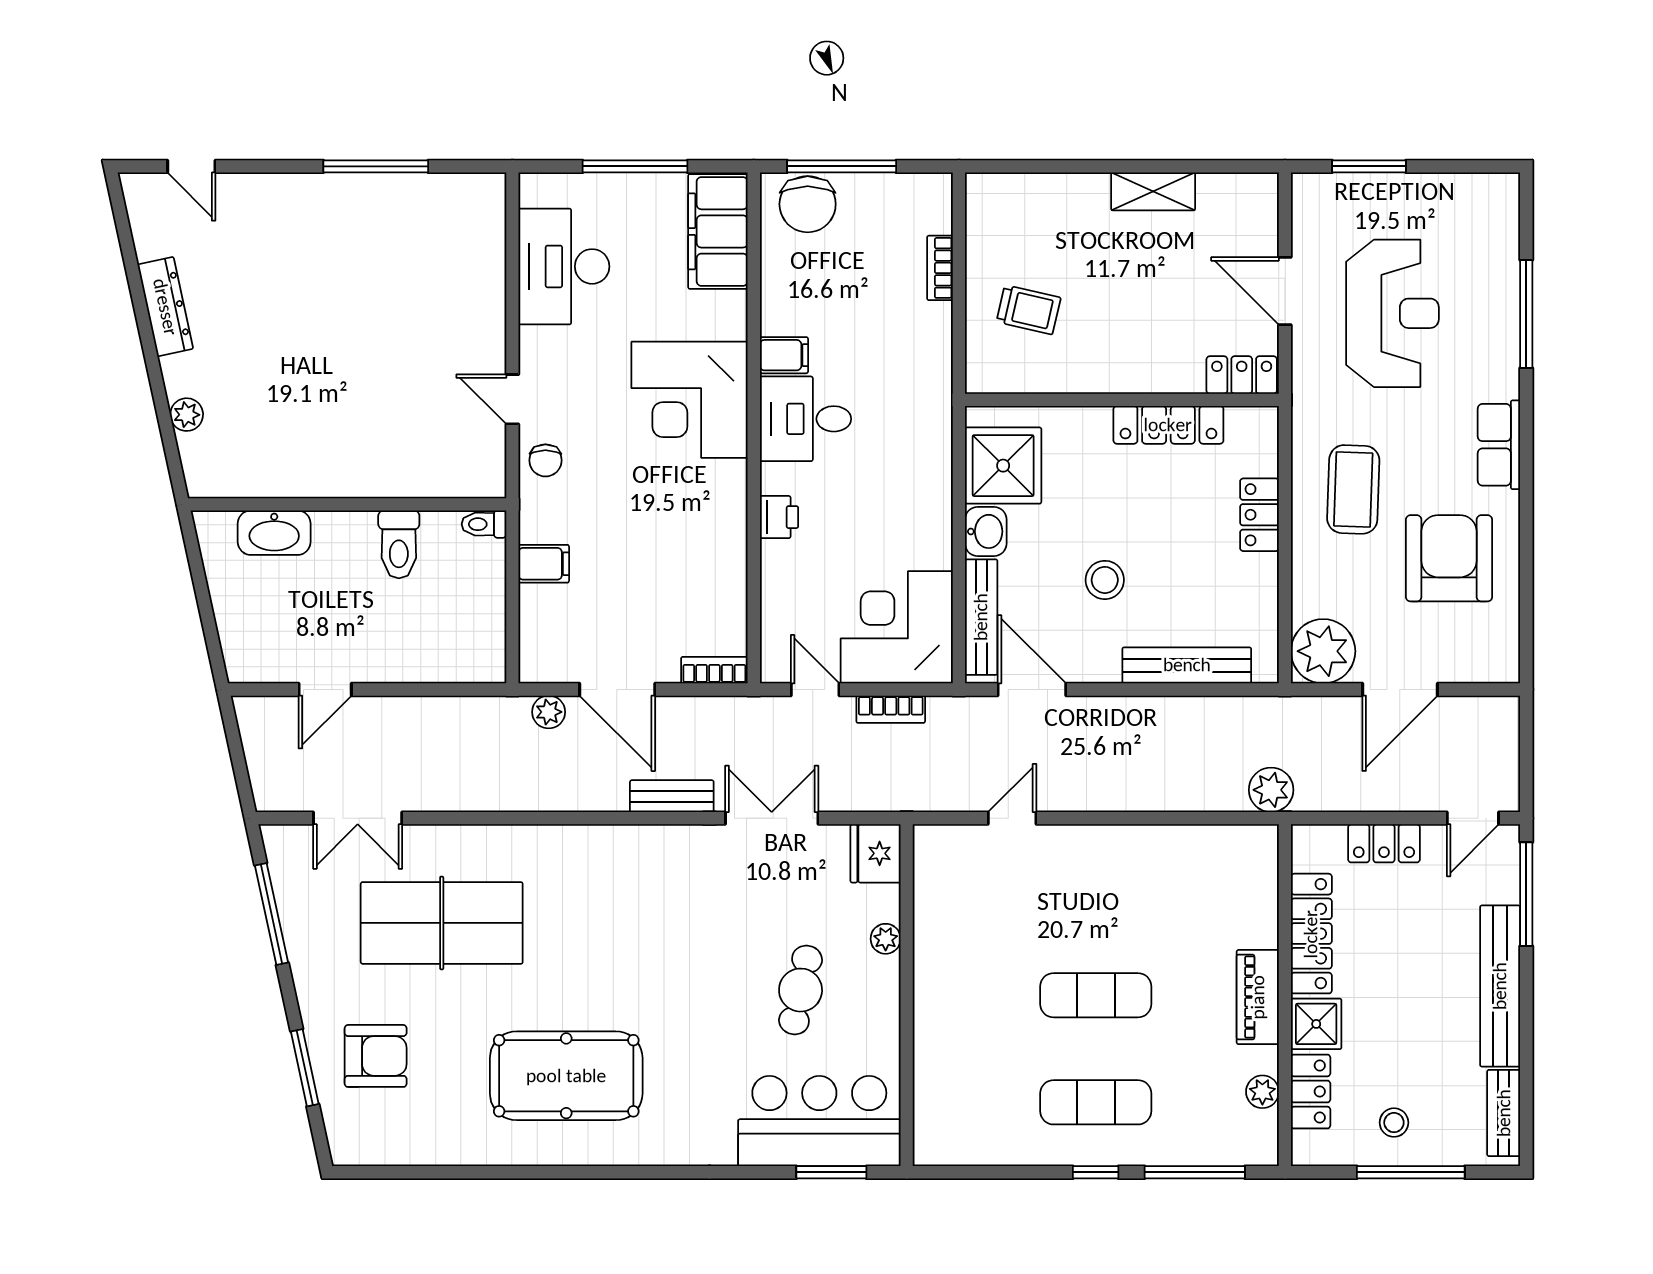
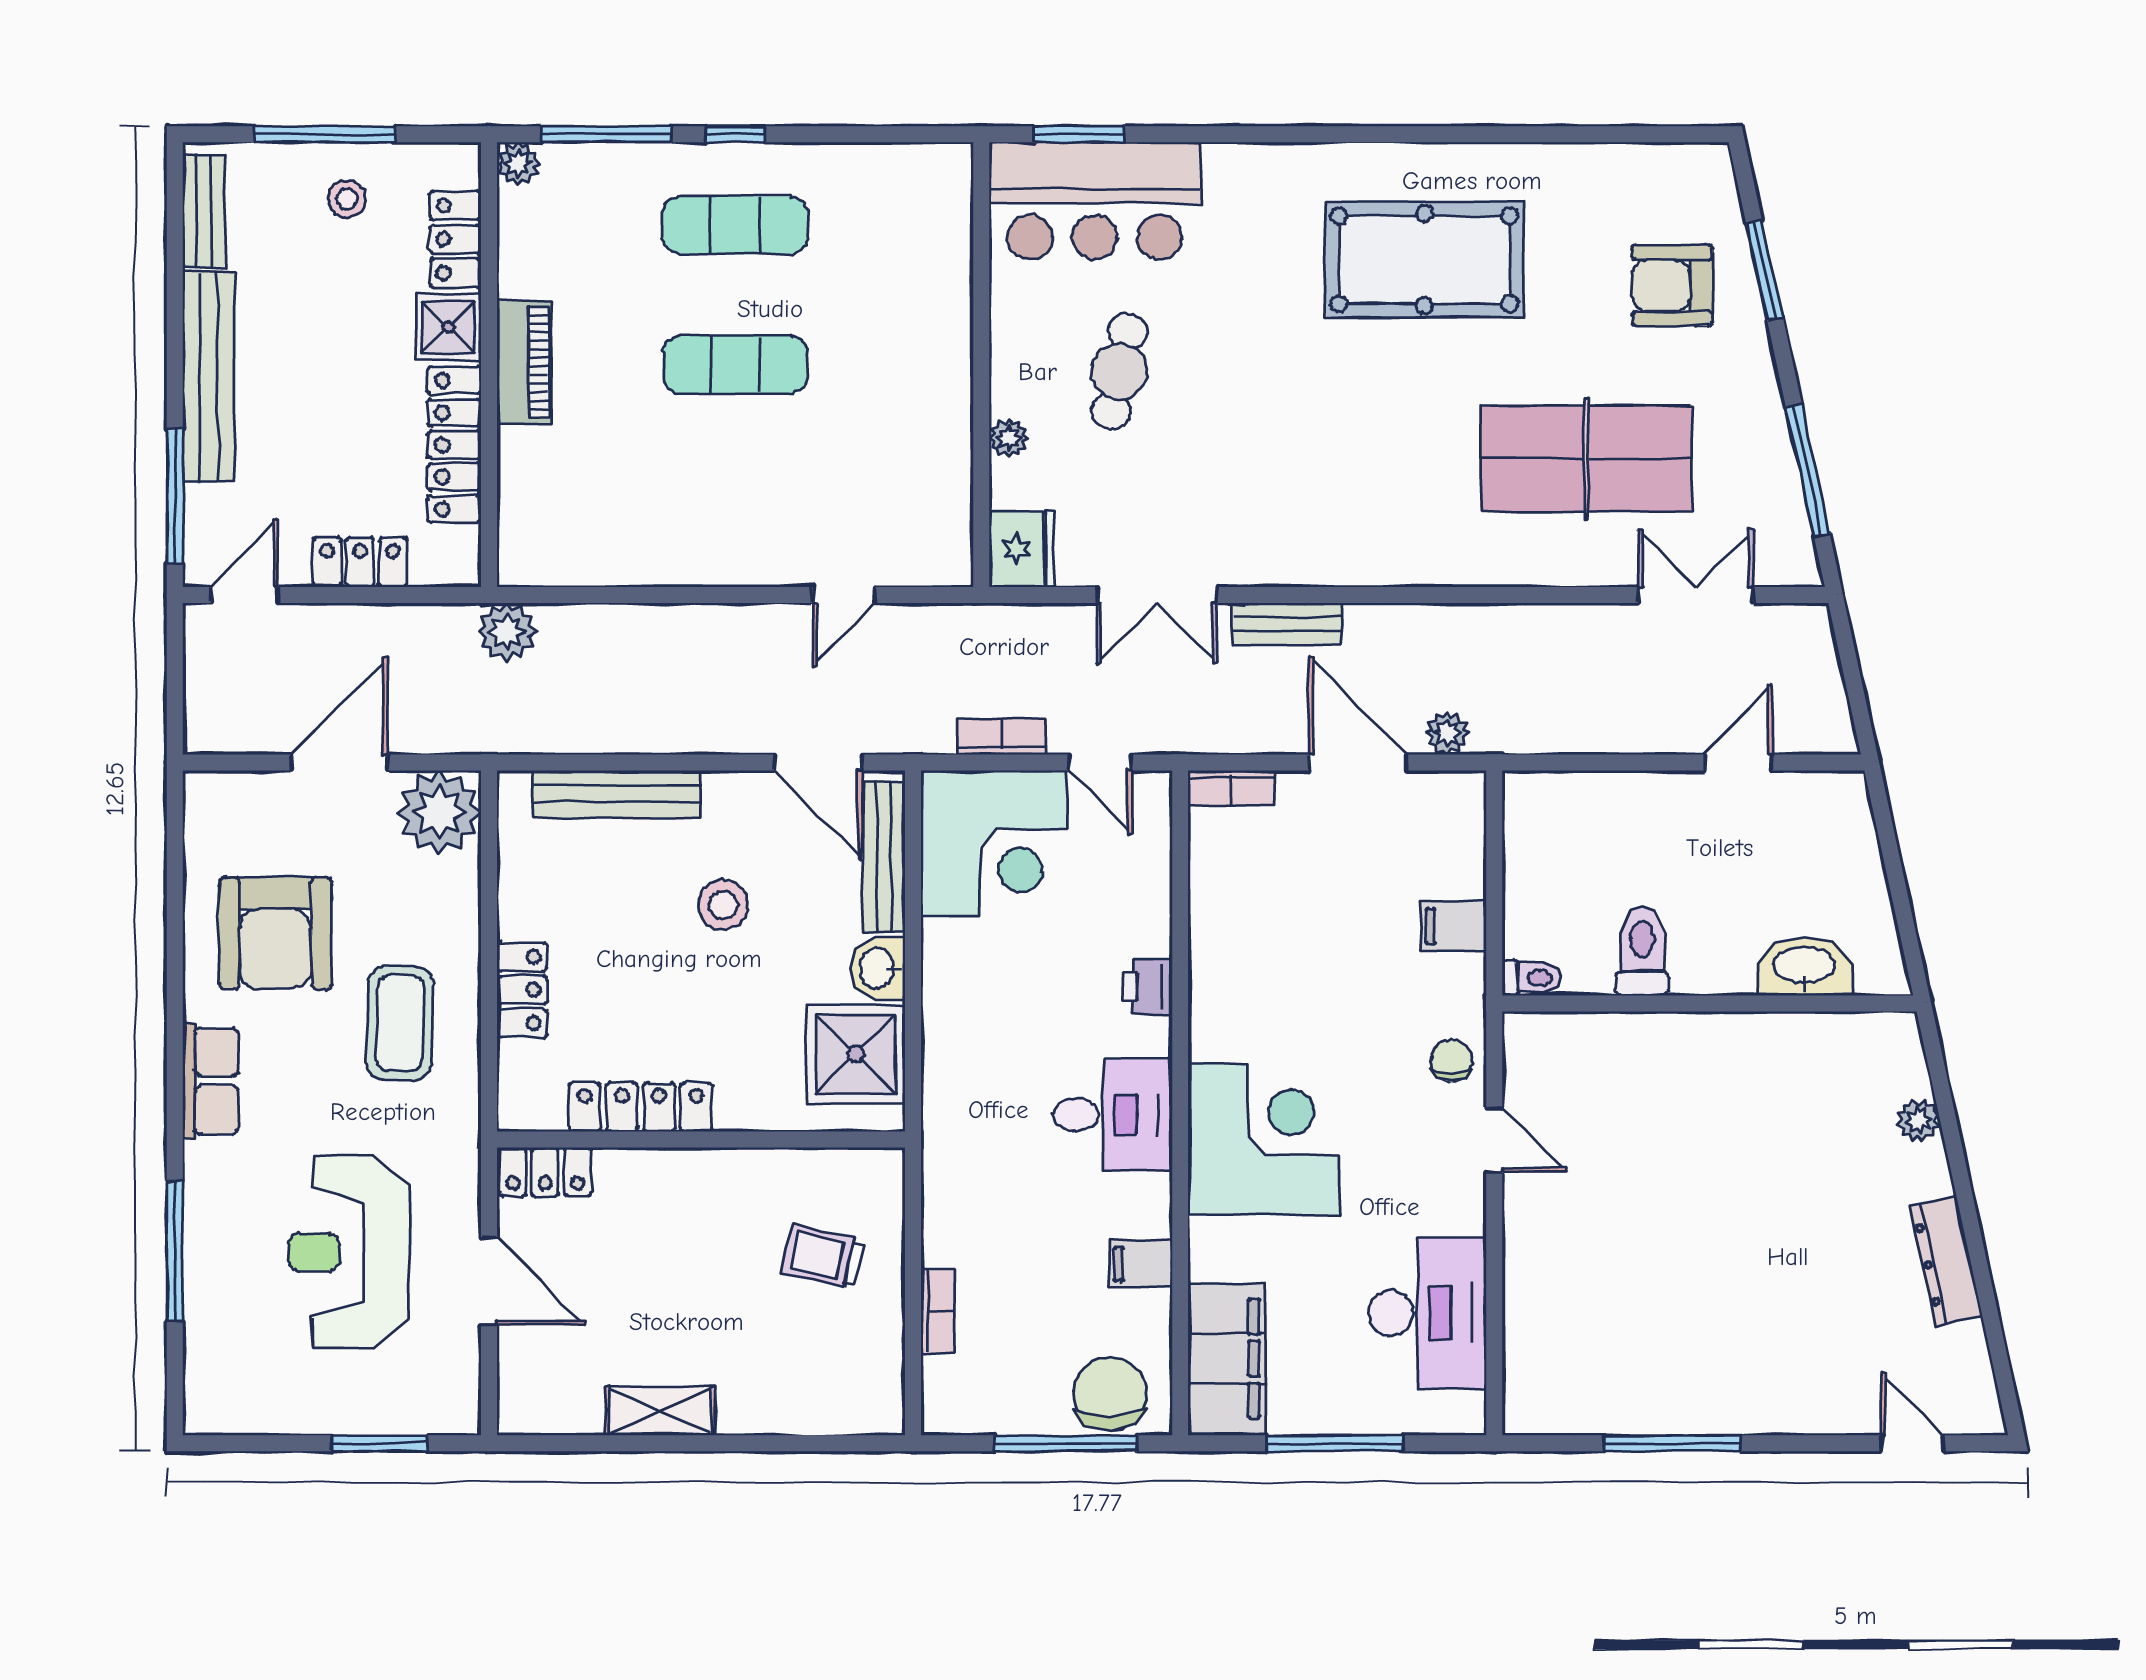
filing cabinet: (784, 355) -> (1141, 1264), moved
plant: (1262, 1092) -> (518, 163), moved

